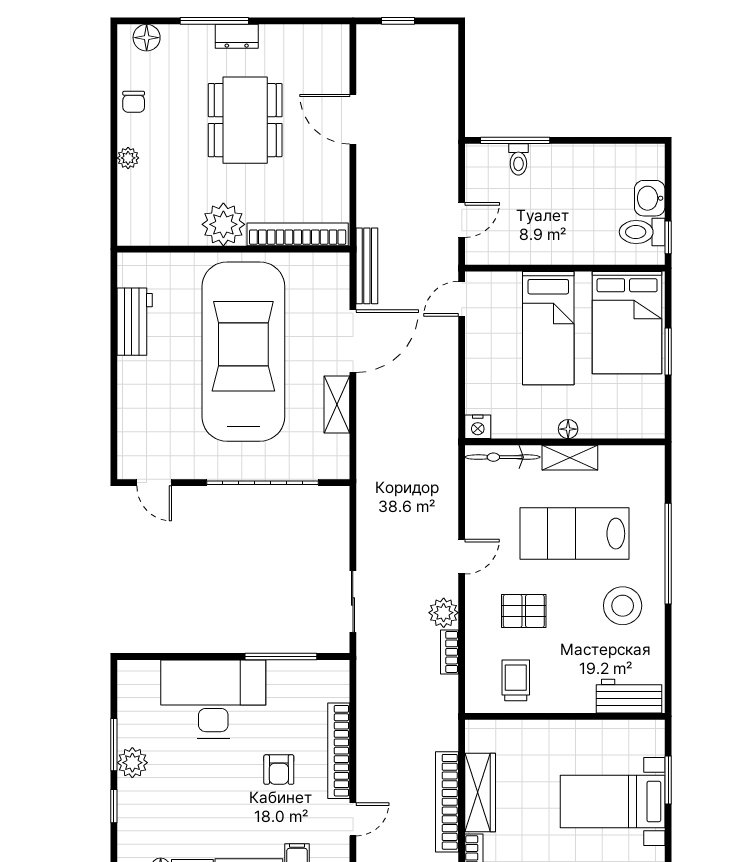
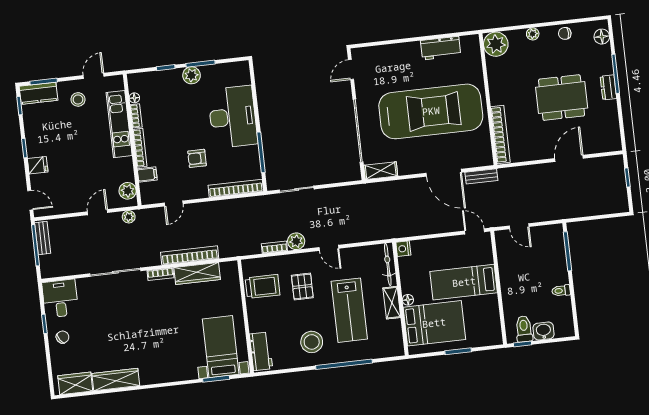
toilet: (518, 159) -> (561, 291), moved
plant: (223, 224) -> (496, 44), moved
bench: (367, 266) -> (481, 176), width x0.73
bed: (627, 323) -> (434, 323), moved, turned 180
shelving: (337, 404) -> (381, 171), moved
lab bench: (574, 534) -> (349, 310), turned 180
trolley: (516, 680) -> (263, 286), width x1.36, depth x1.39
bookcase: (339, 751) -> (236, 188), moved
bed with nightstands: (613, 802) -> (221, 347), moved
door: (353, 819) -> (174, 203), hinge flipped

